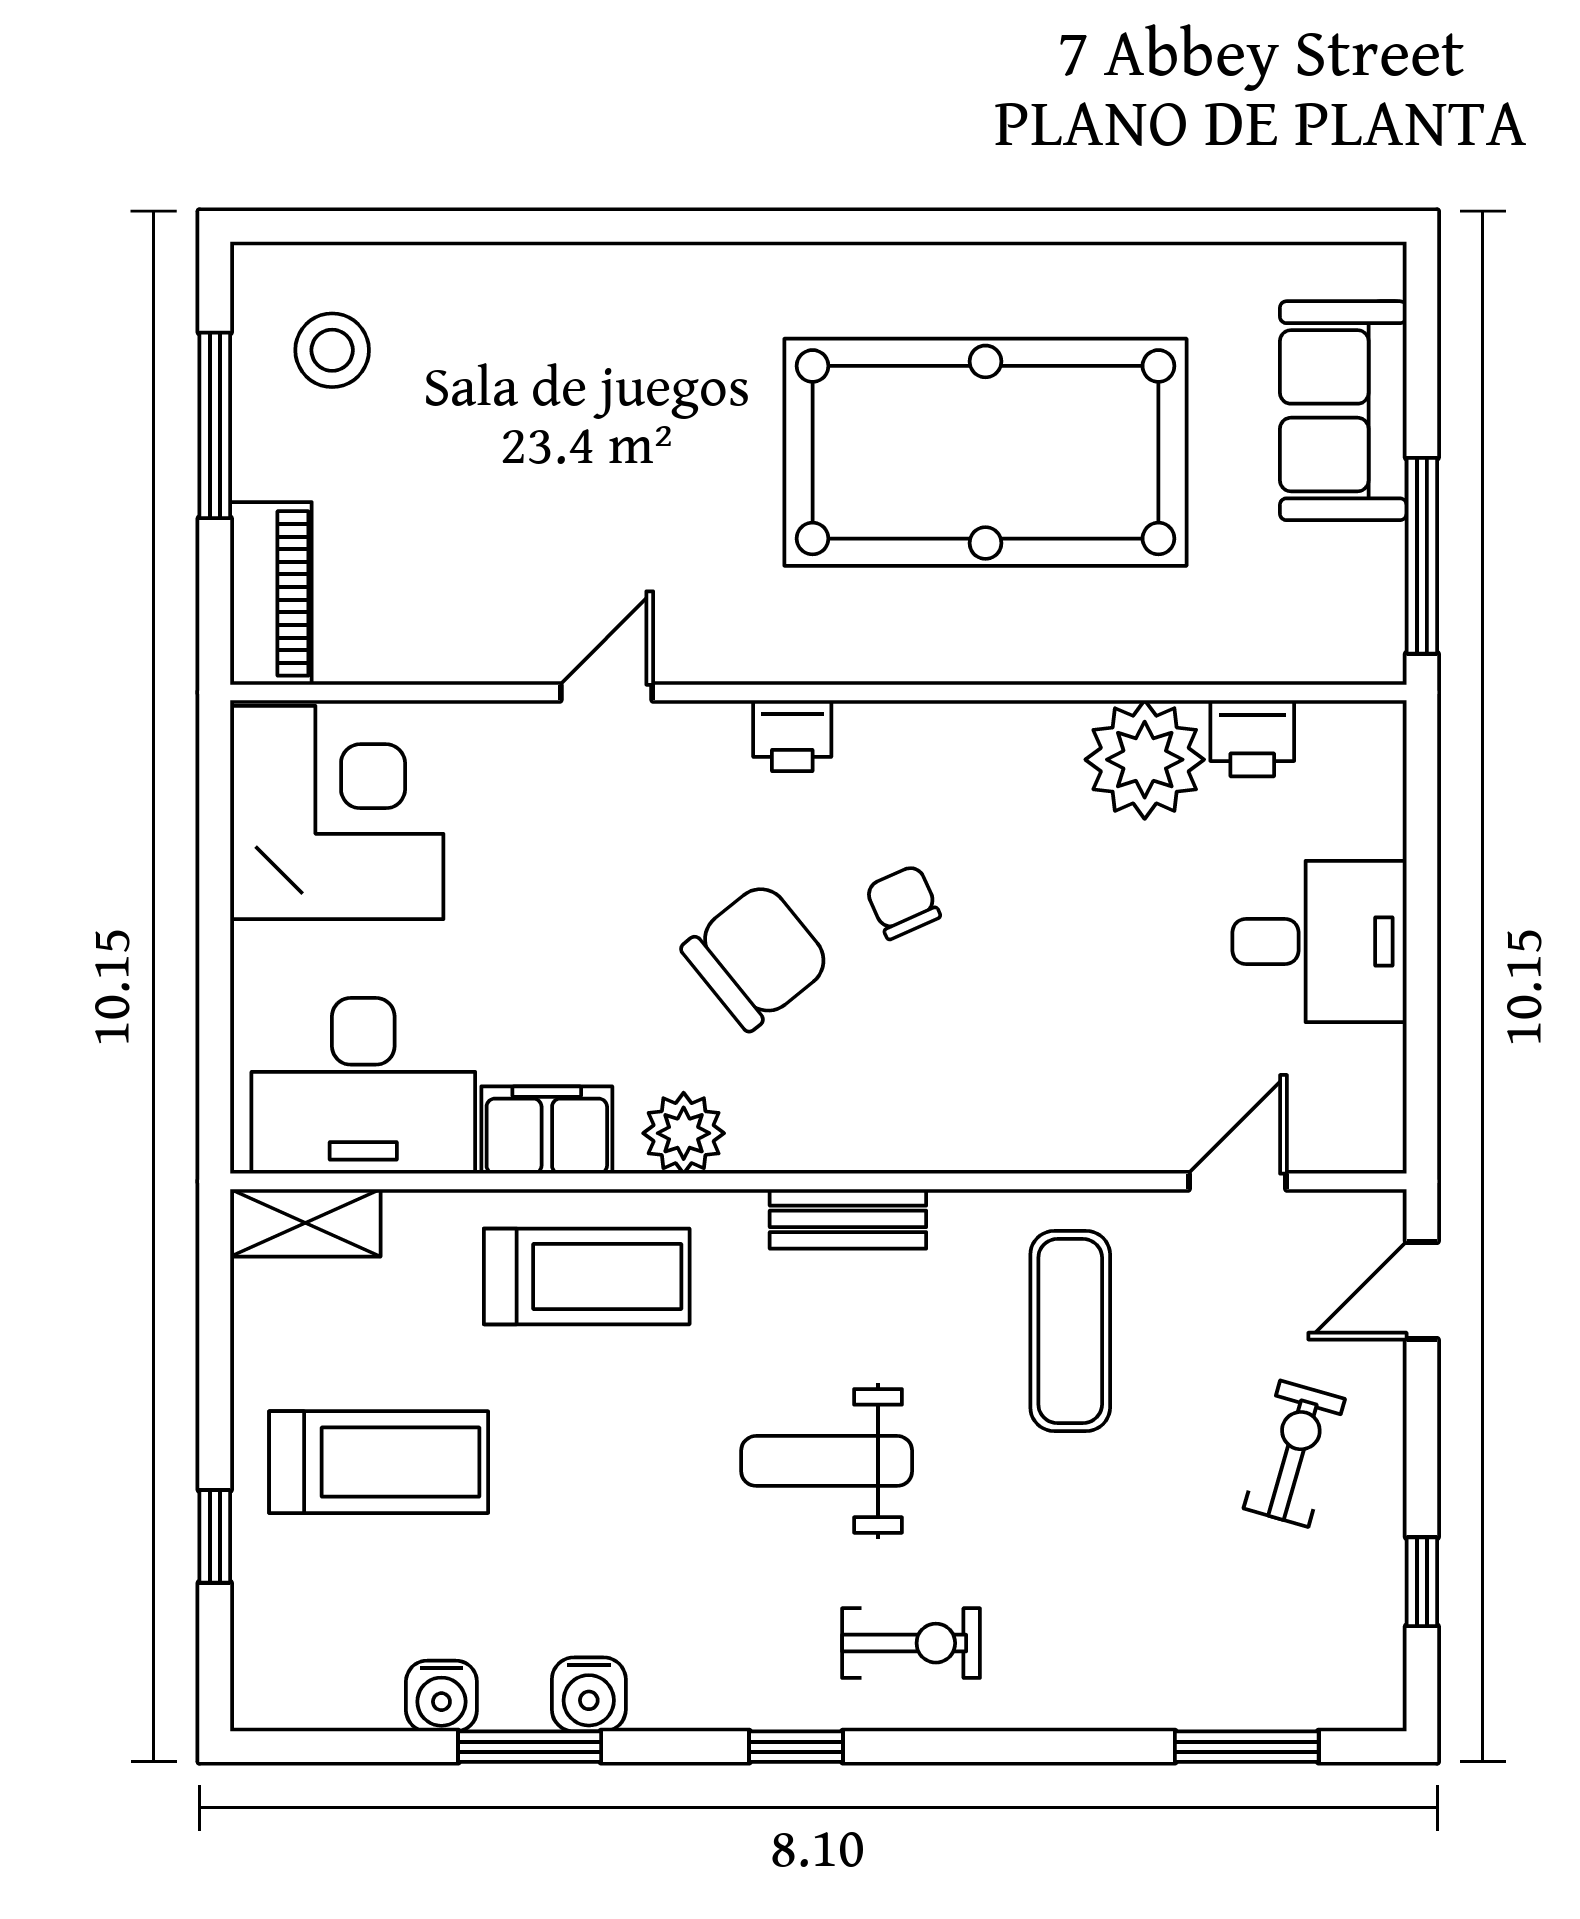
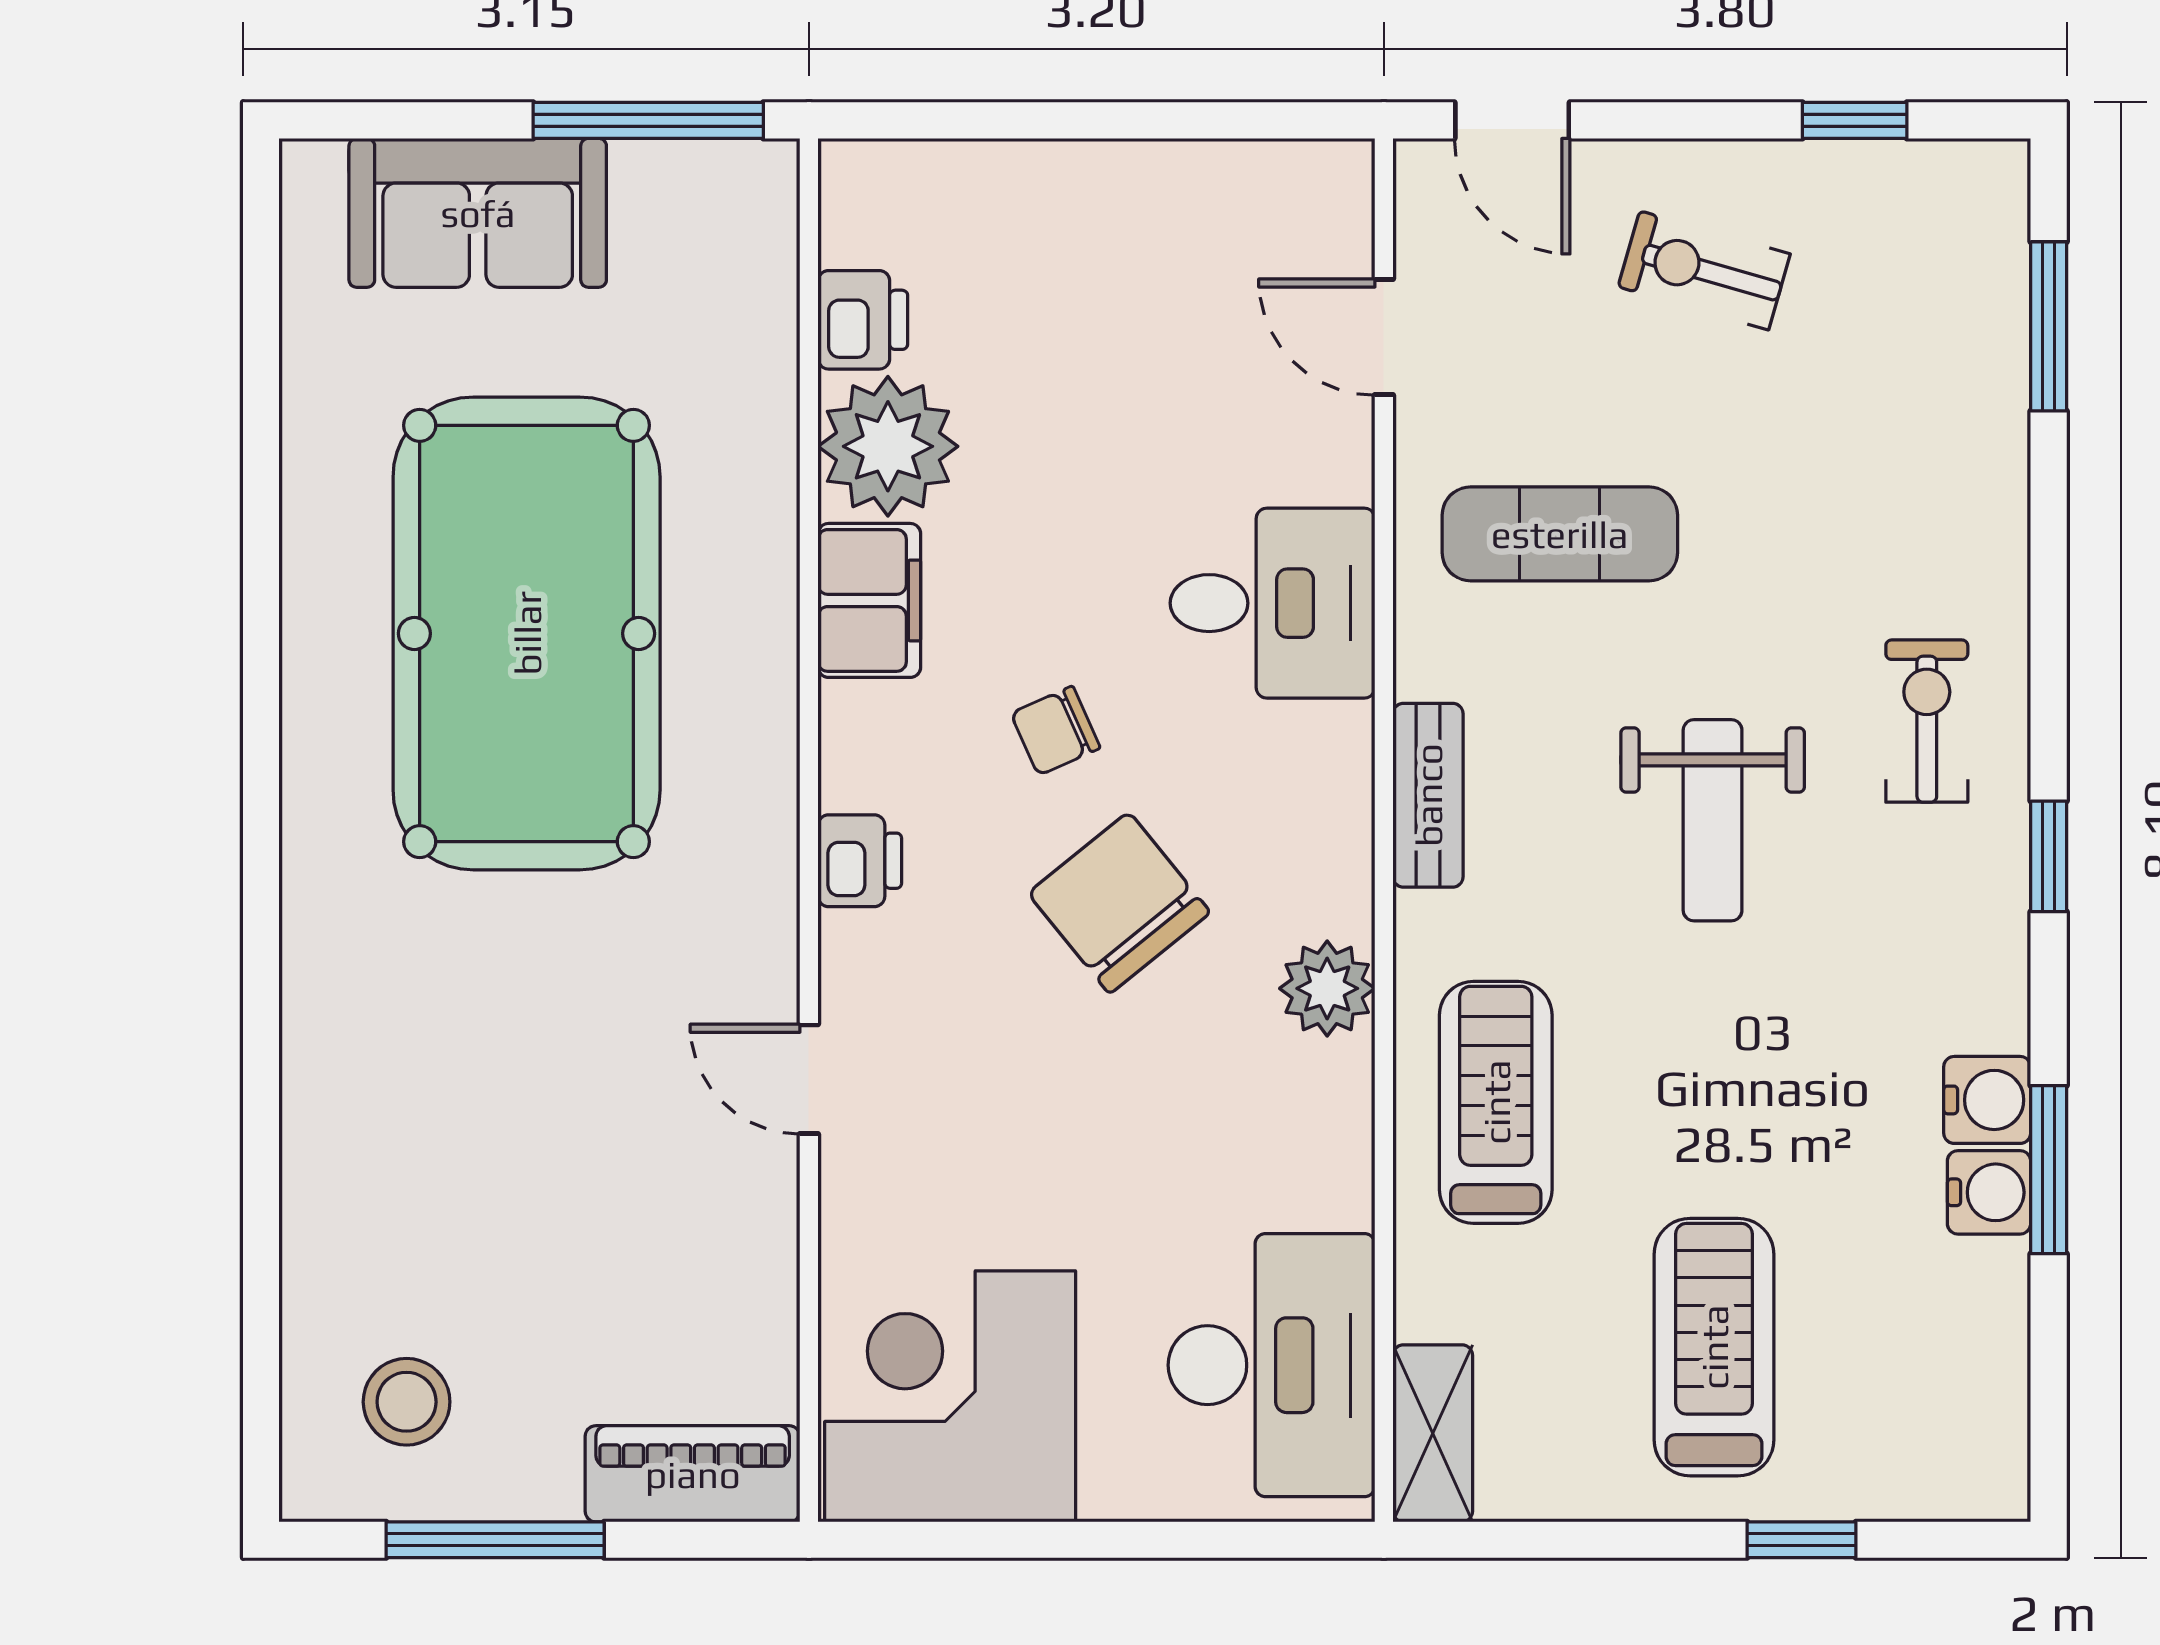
desk: (1319, 942) -> (1273, 603), moved, turned 90
filing cabinet: (547, 1130) -> (869, 600), moved, turned 180
water cooler: (441, 1696) -> (1989, 1192), moved

